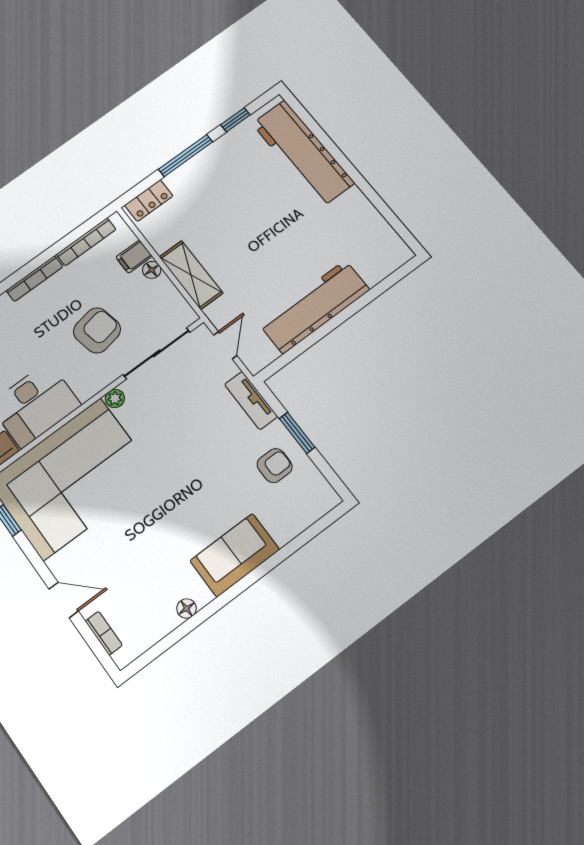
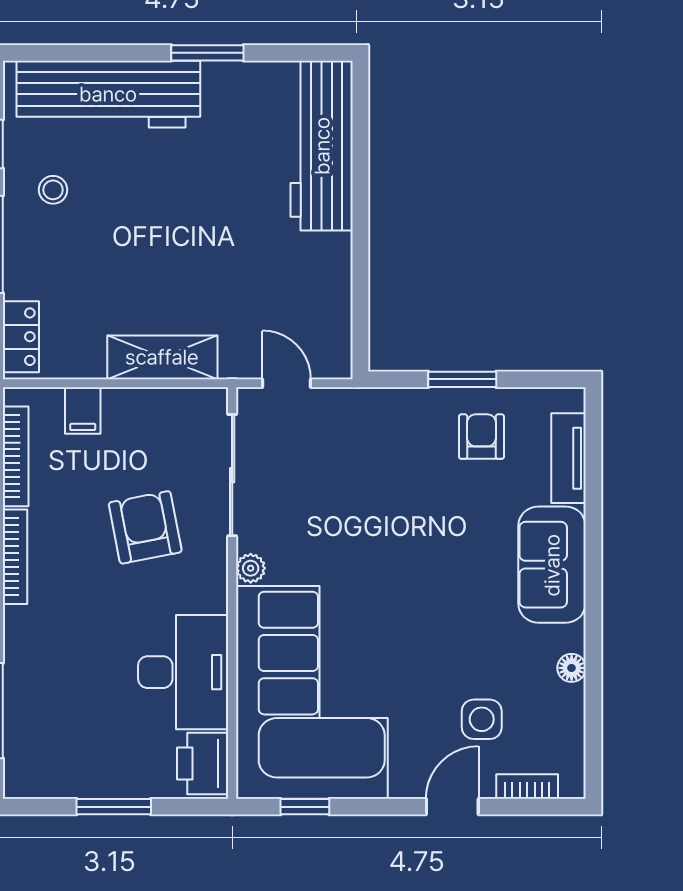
stool: (234, 162) -> (53, 190), added
window: (362, 184) -> (207, 53), added
floor lamp: (152, 270) -> (118, 401), removed
workbench: (314, 307) -> (322, 146), moved
tv unit: (251, 400) -> (569, 458), moved, turned 90
side table: (123, 580) -> (482, 719), added

